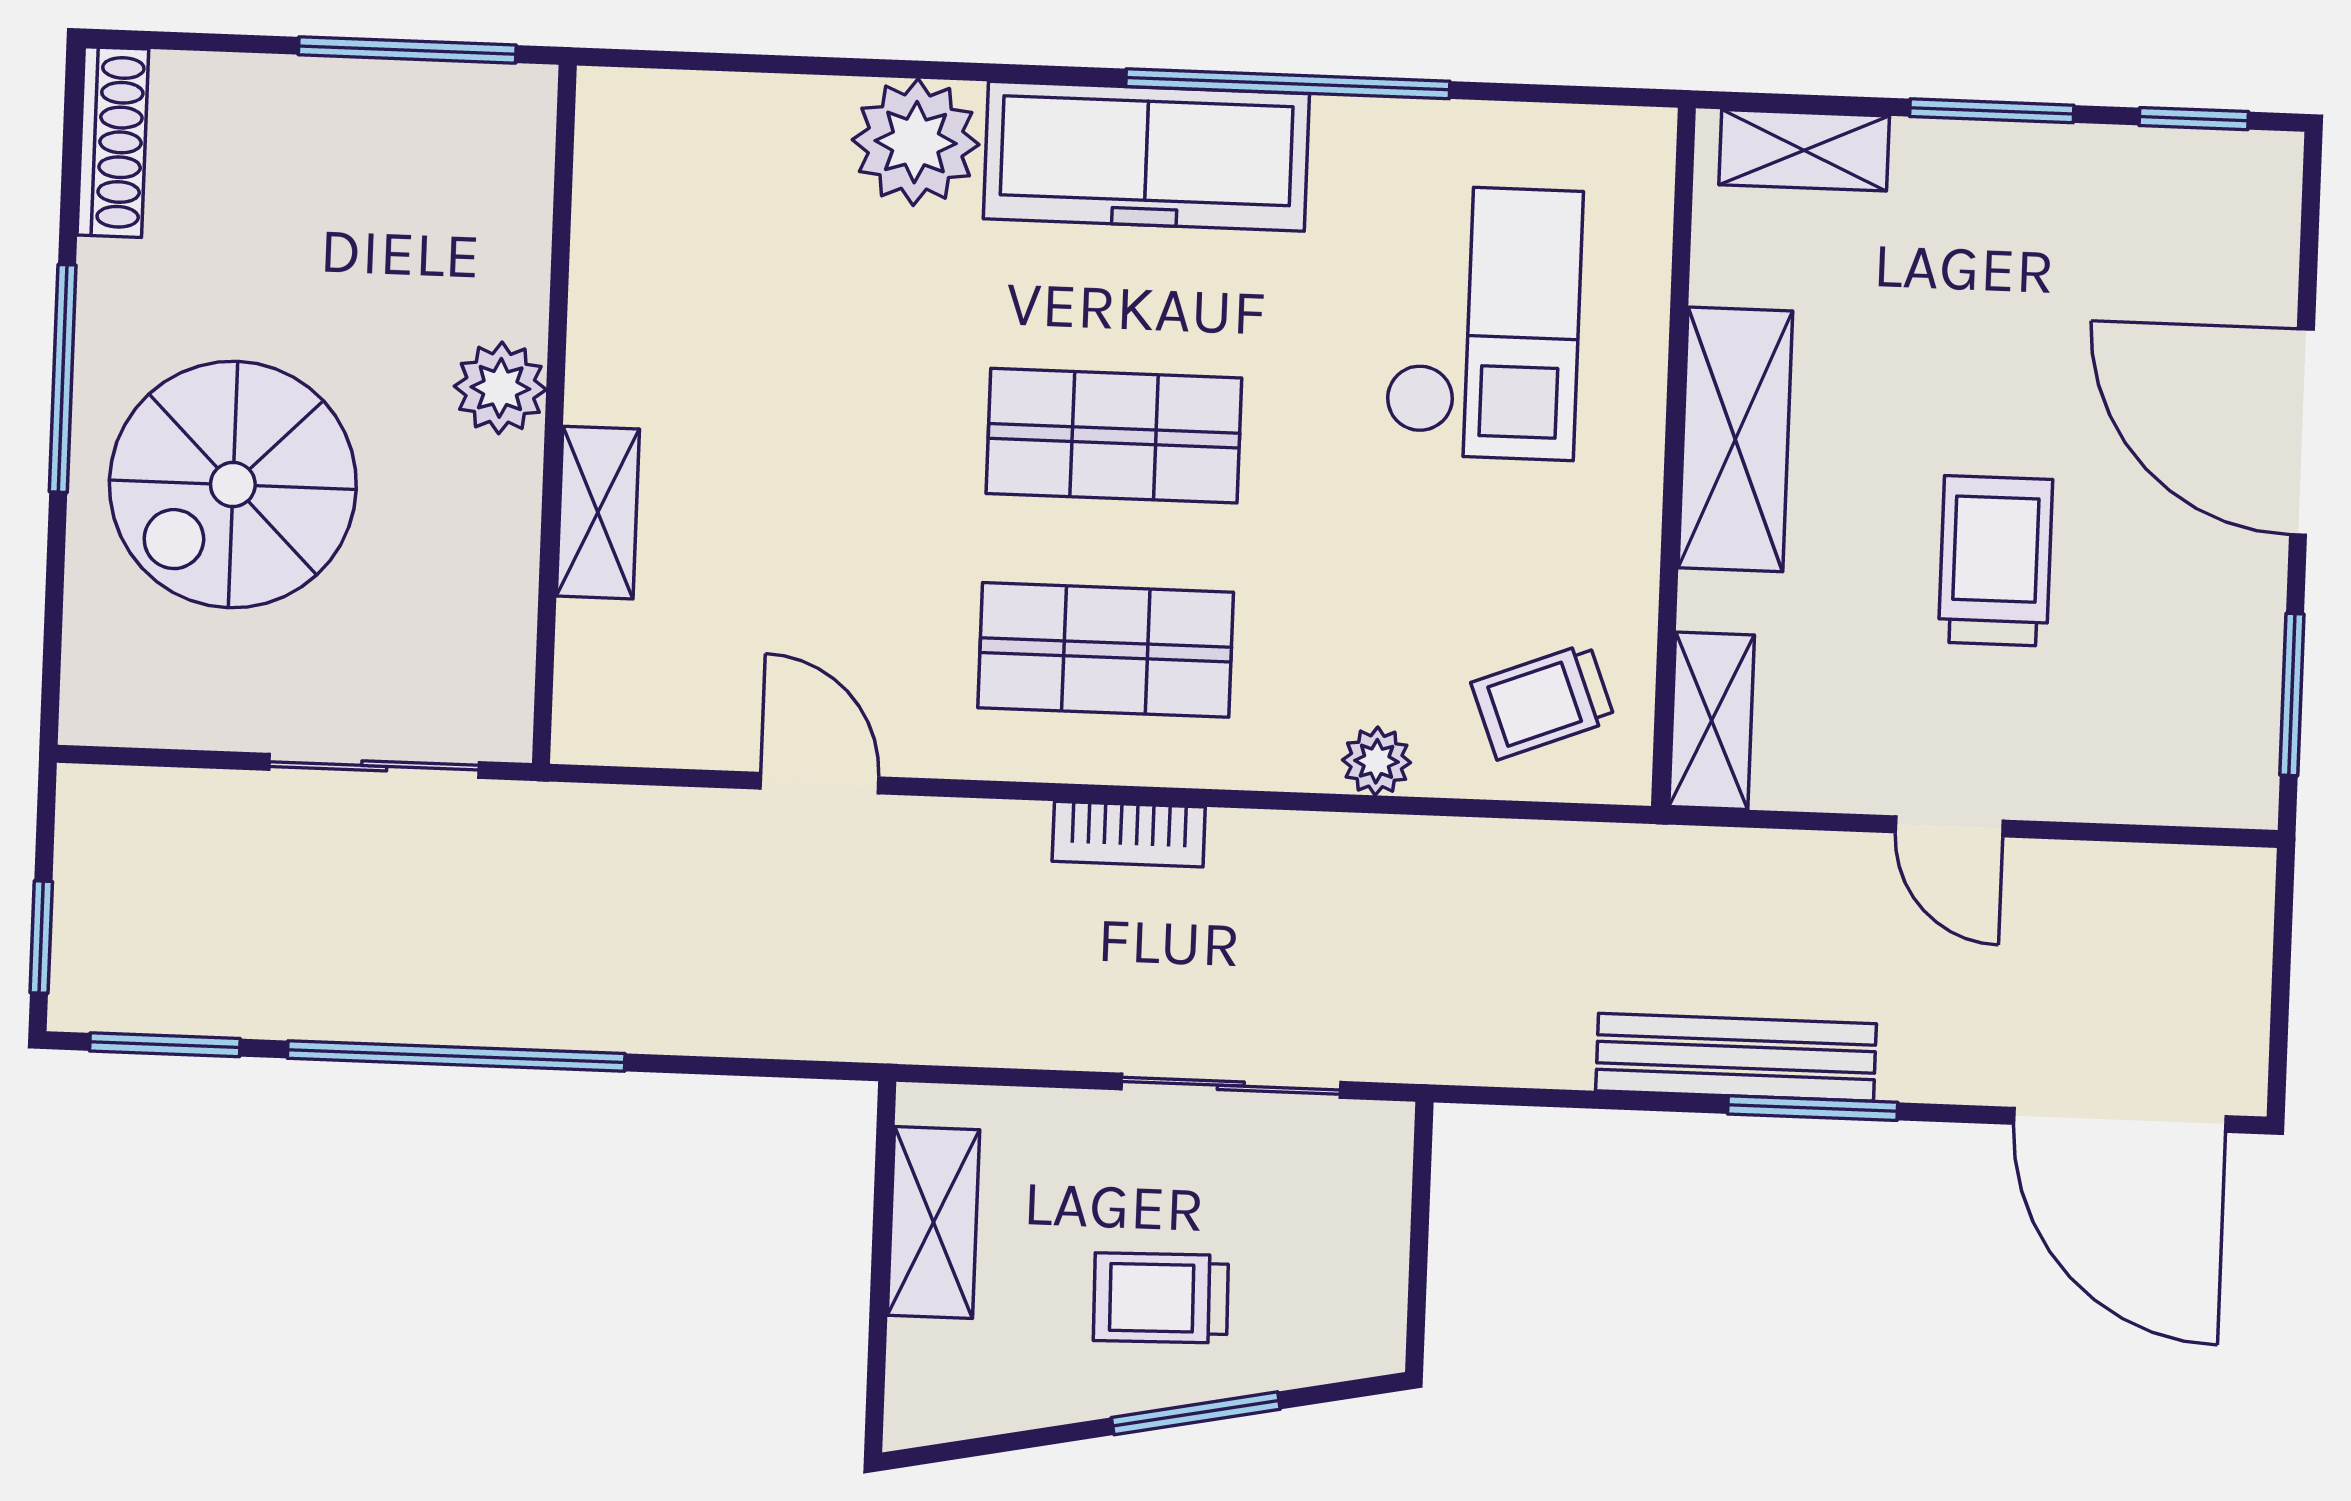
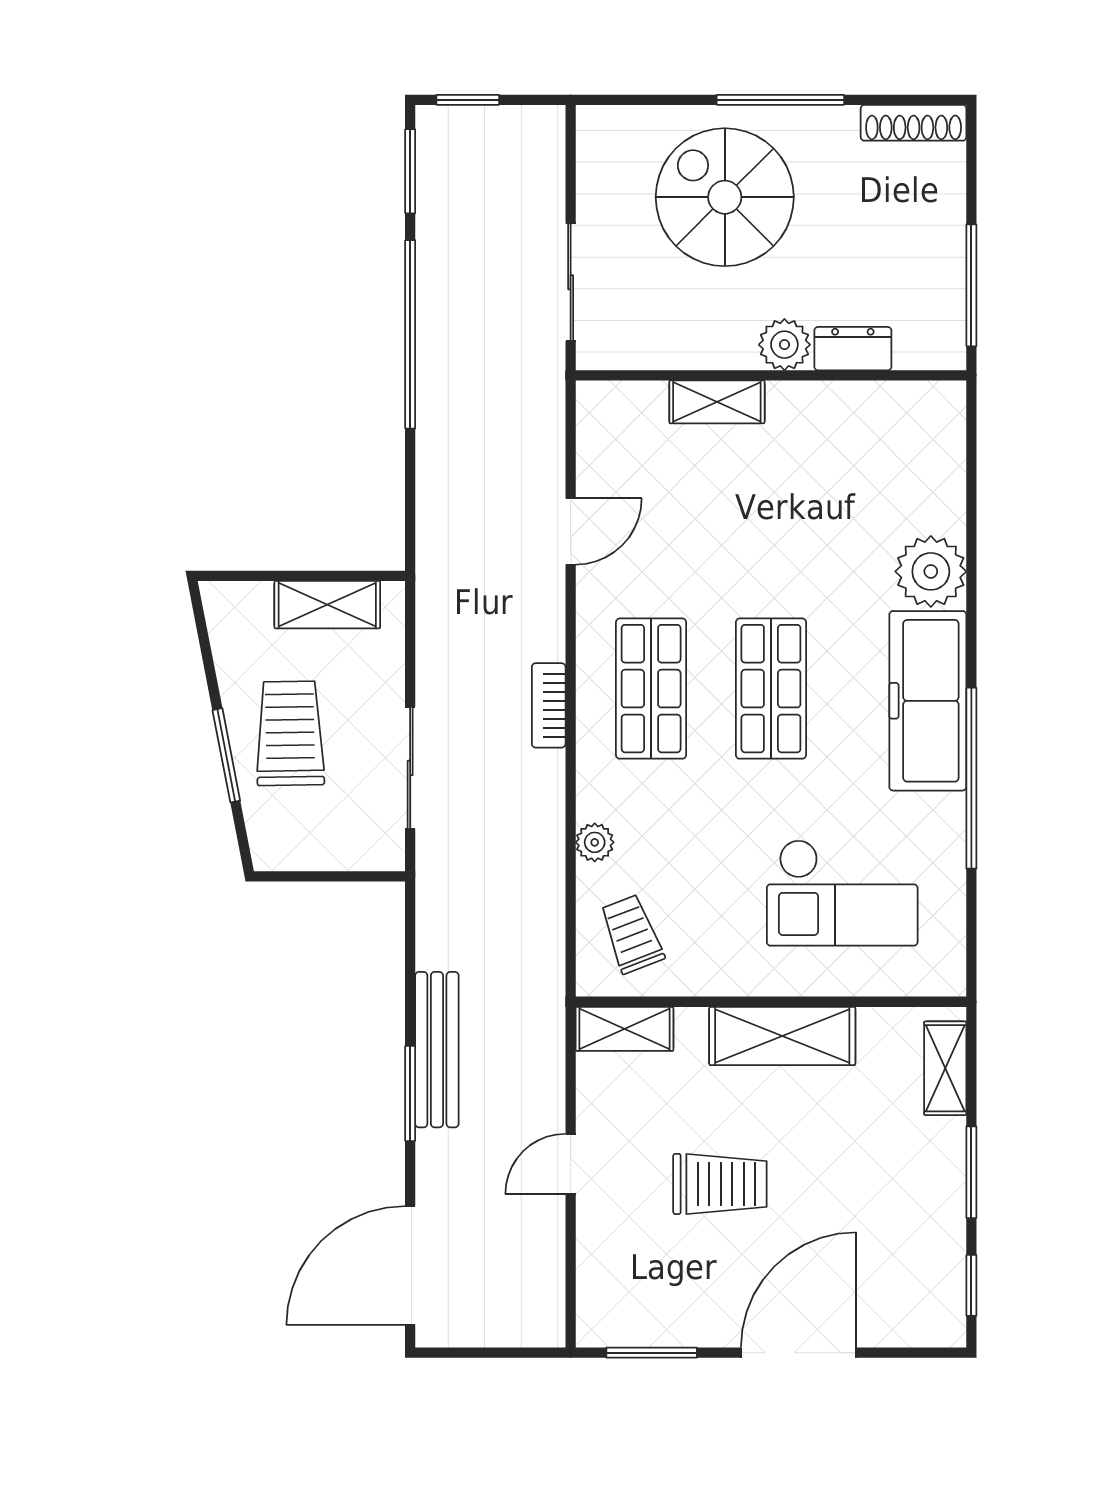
dresser: (512, 266) -> (853, 349), added
trolley: (1161, 1298) -> (290, 733), width x1.36, depth x1.39

